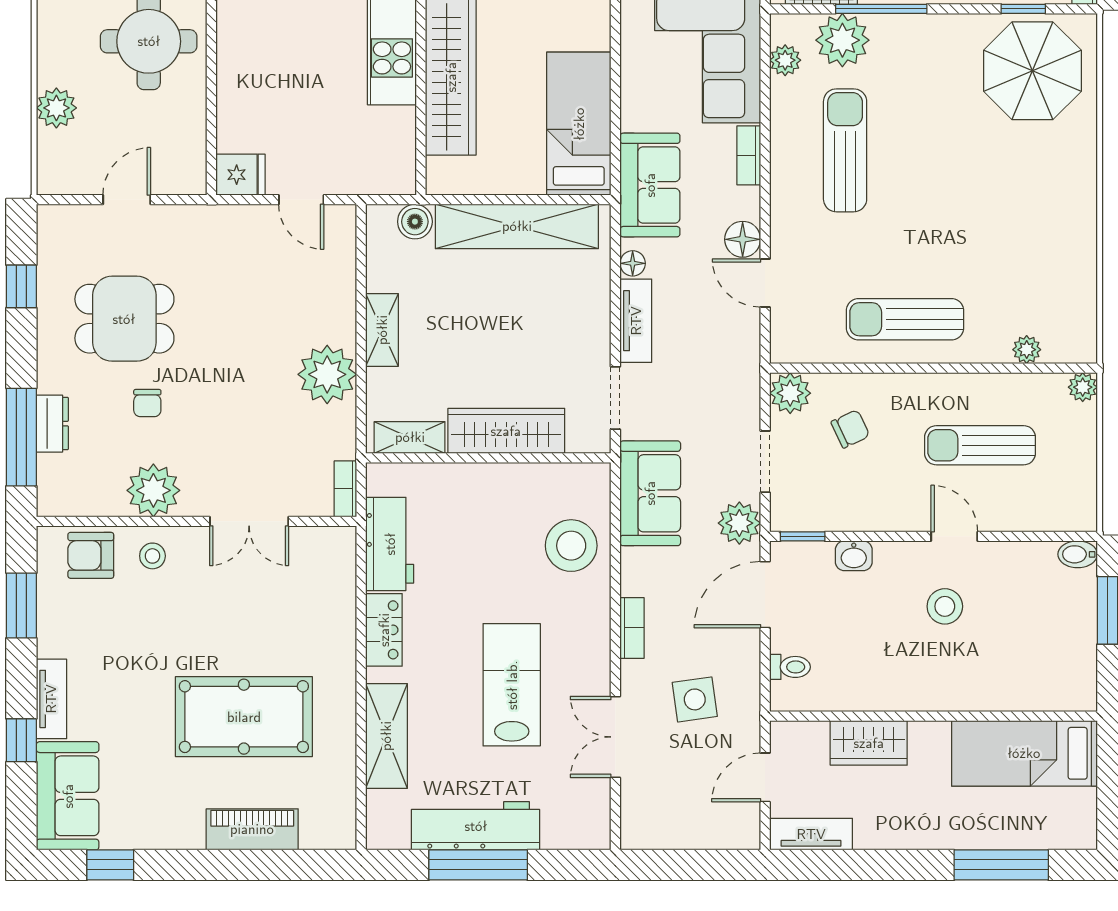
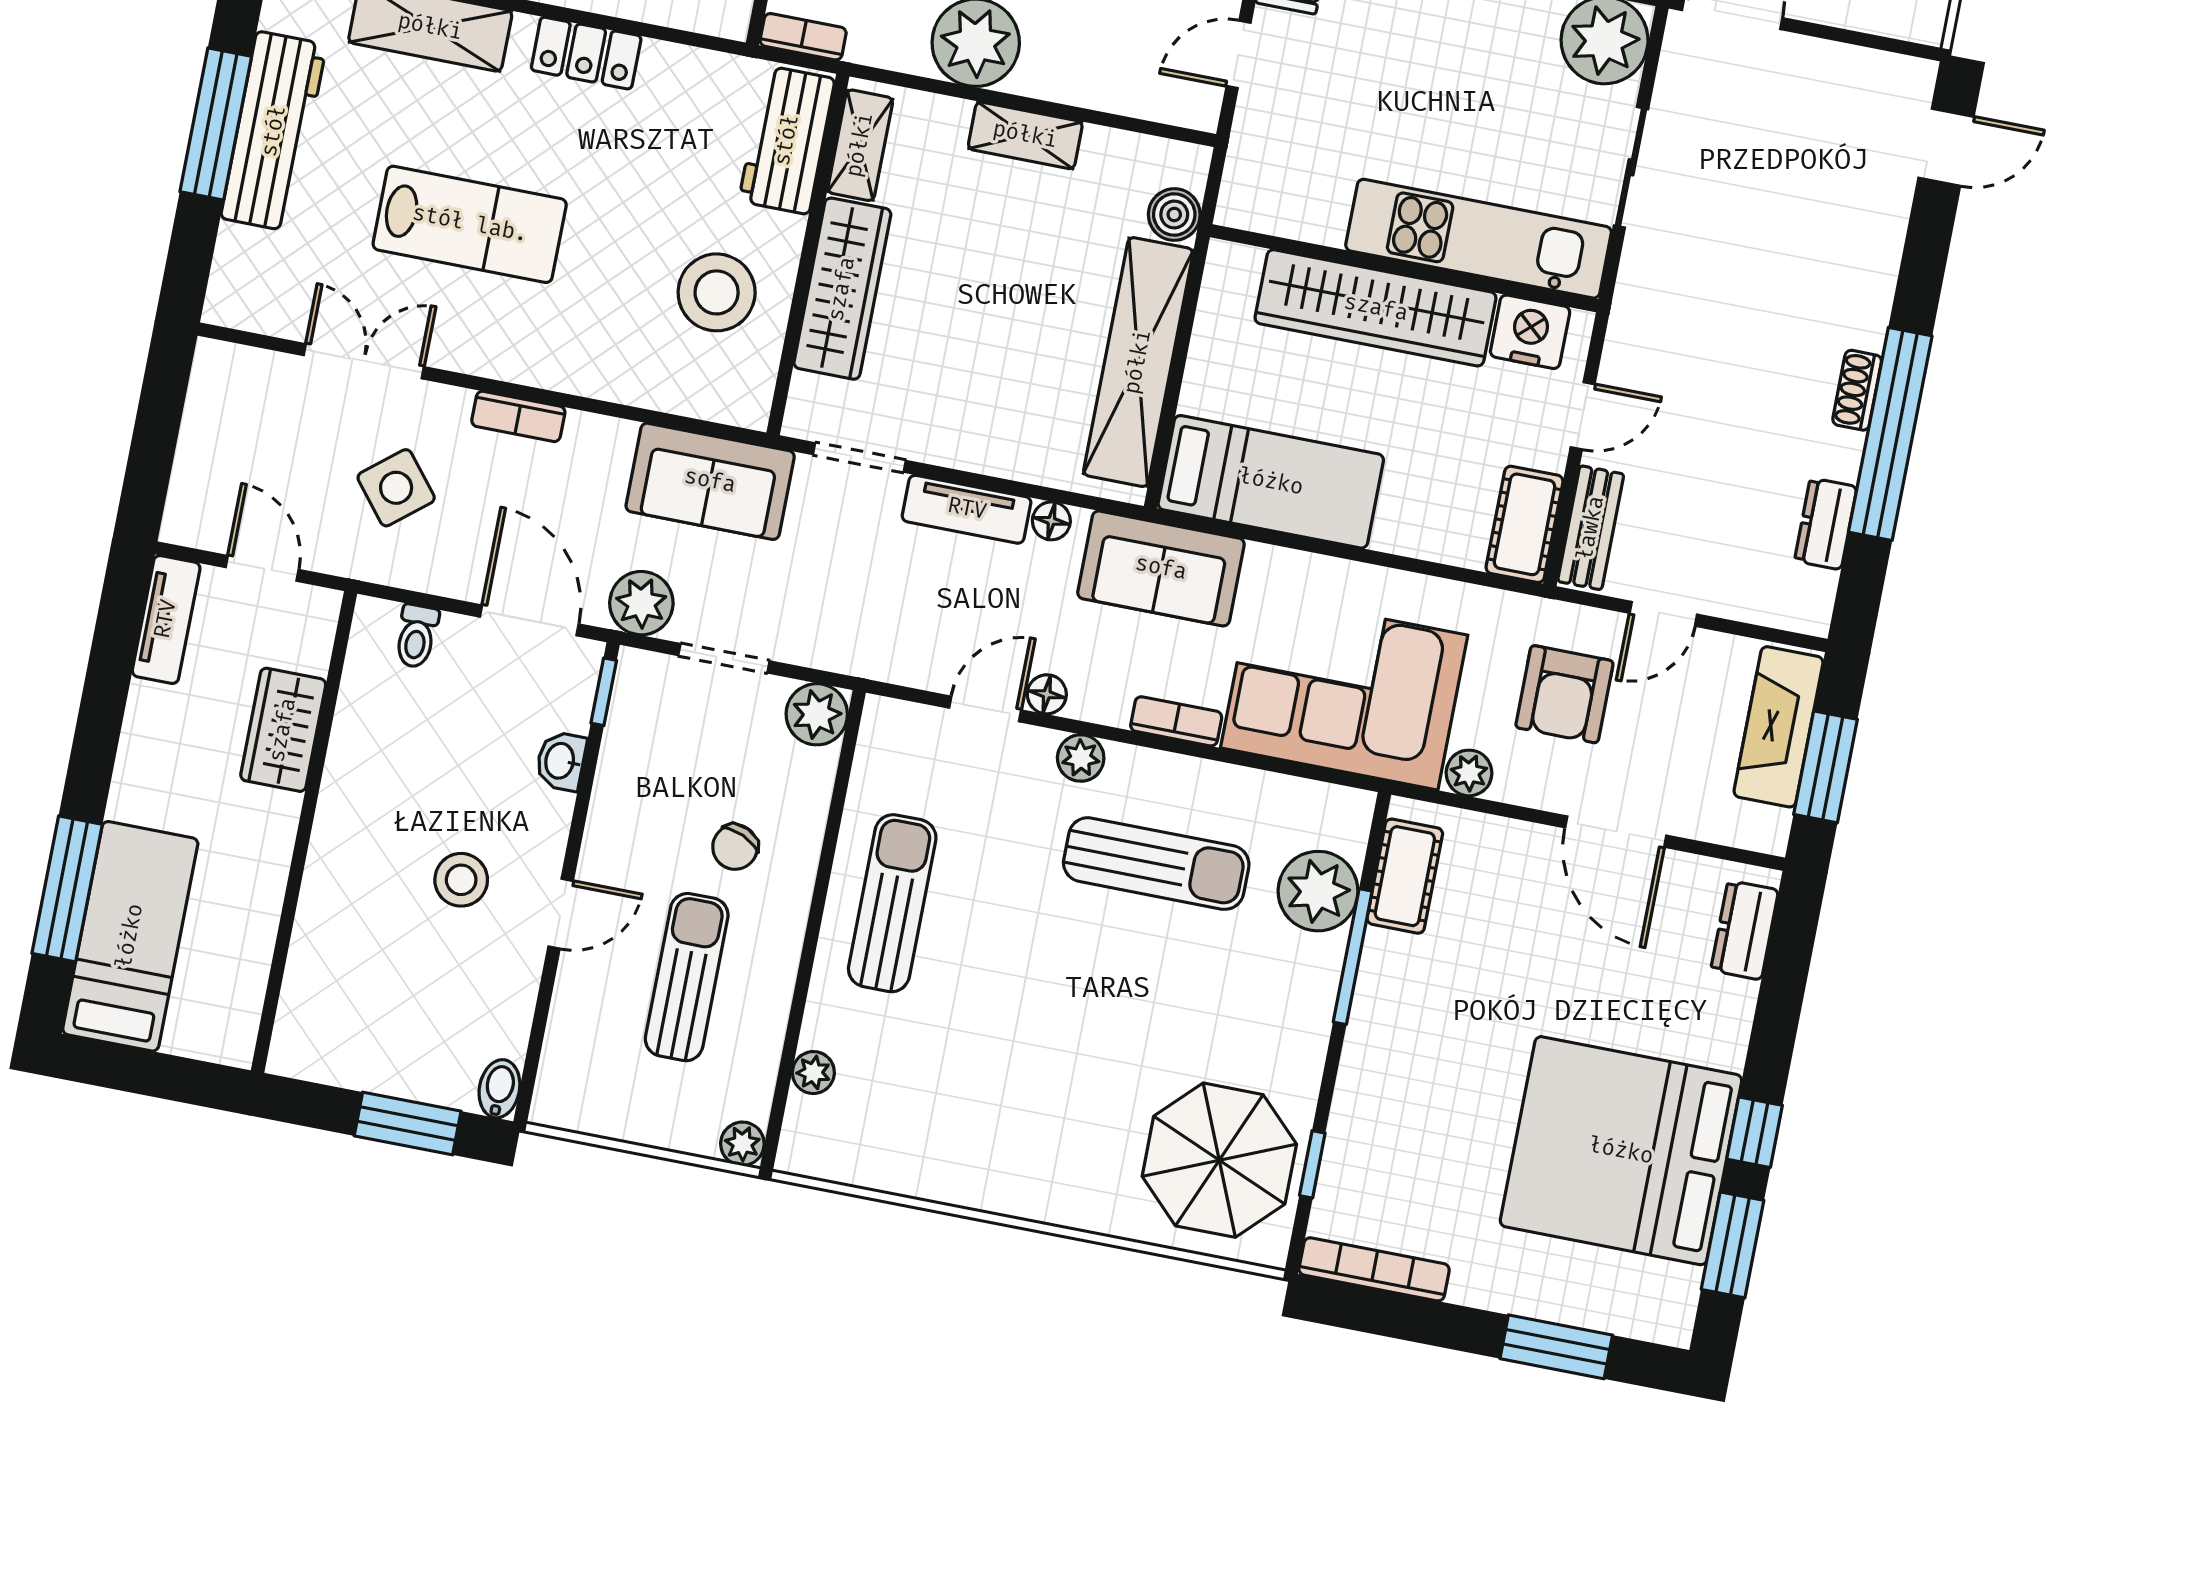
plant: (785, 60) -> (1081, 758), moved
floor lamp: (743, 239) -> (1047, 694), width x0.73, depth x0.73
chair: (850, 429) -> (735, 847), moved, turned 49
workbench: (390, 544) -> (787, 140), moved, turned 90
stool: (571, 546) -> (717, 292), moved
side table: (695, 699) -> (396, 488), turned -31
bed: (1024, 753) -> (130, 936), moved

